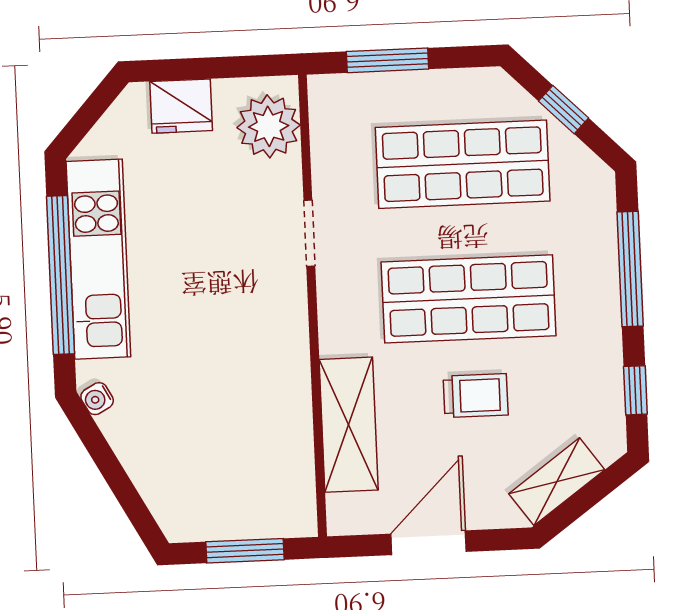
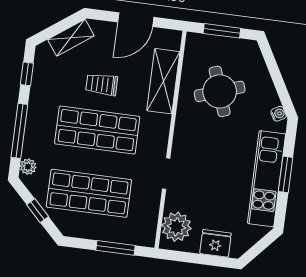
plant: (599, 198) -> (28, 167), added
window: (60, 275) -> (286, 174), width x0.47
round table: (228, 424) -> (220, 91), added

